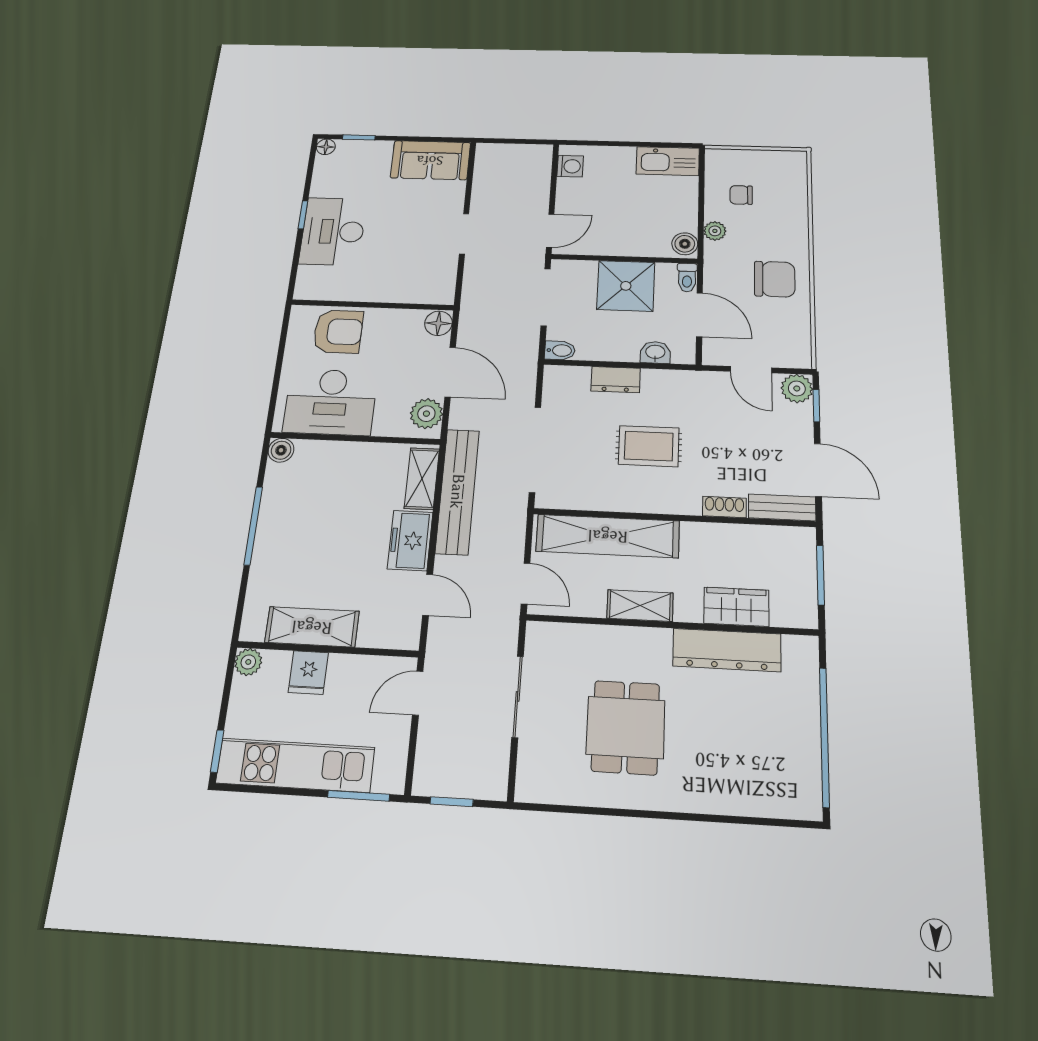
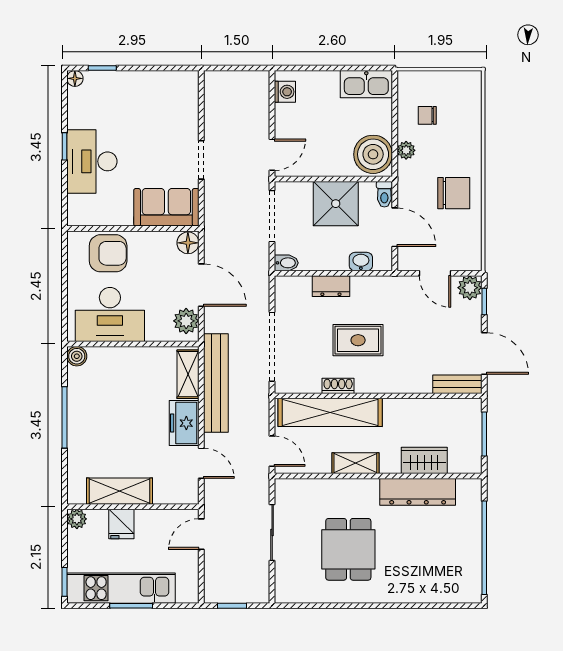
sofa: (430, 160) -> (166, 207), moved, turned 180
boiler: (685, 244) -> (373, 154), width x1.86, depth x1.86
shoe rack: (724, 507) -> (338, 386), moved
window: (359, 796) -> (131, 606), moved

